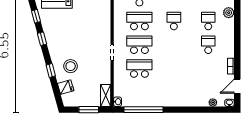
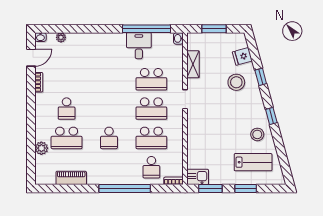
window: (36, 16) -> (279, 144), removed
school desk: (208, 21) -> (67, 138), width x1.85
stool: (53, 24) -> (257, 134), added
shelving: (106, 96) -> (193, 64), moved
desk: (150, 96) -> (139, 46), added

